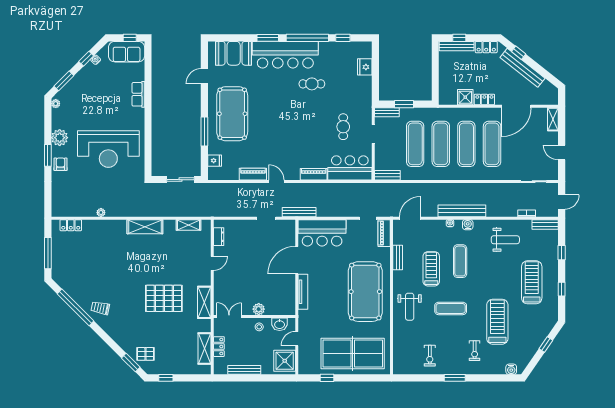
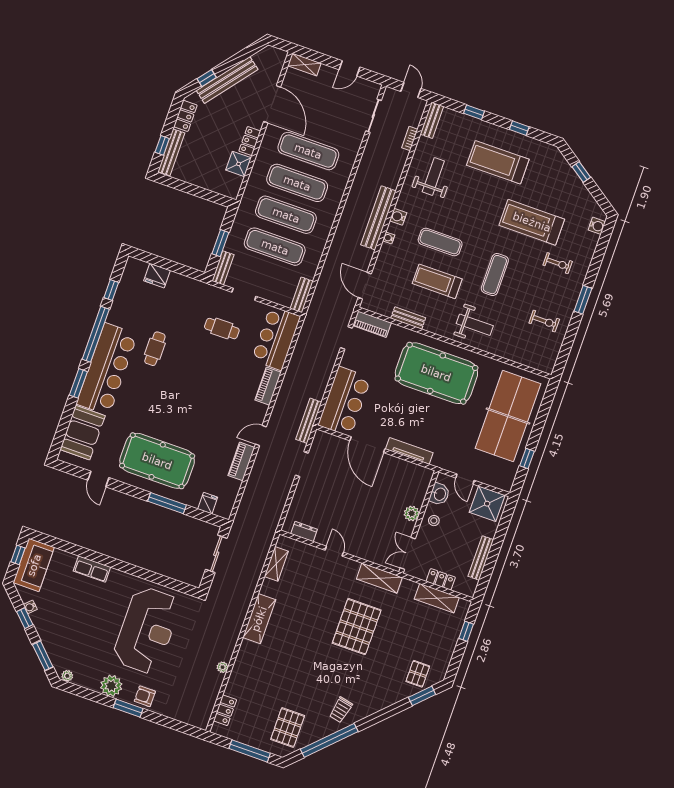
pallet: (74, 274) -> (288, 728), added
window: (166, 378) -> (466, 631), moved

